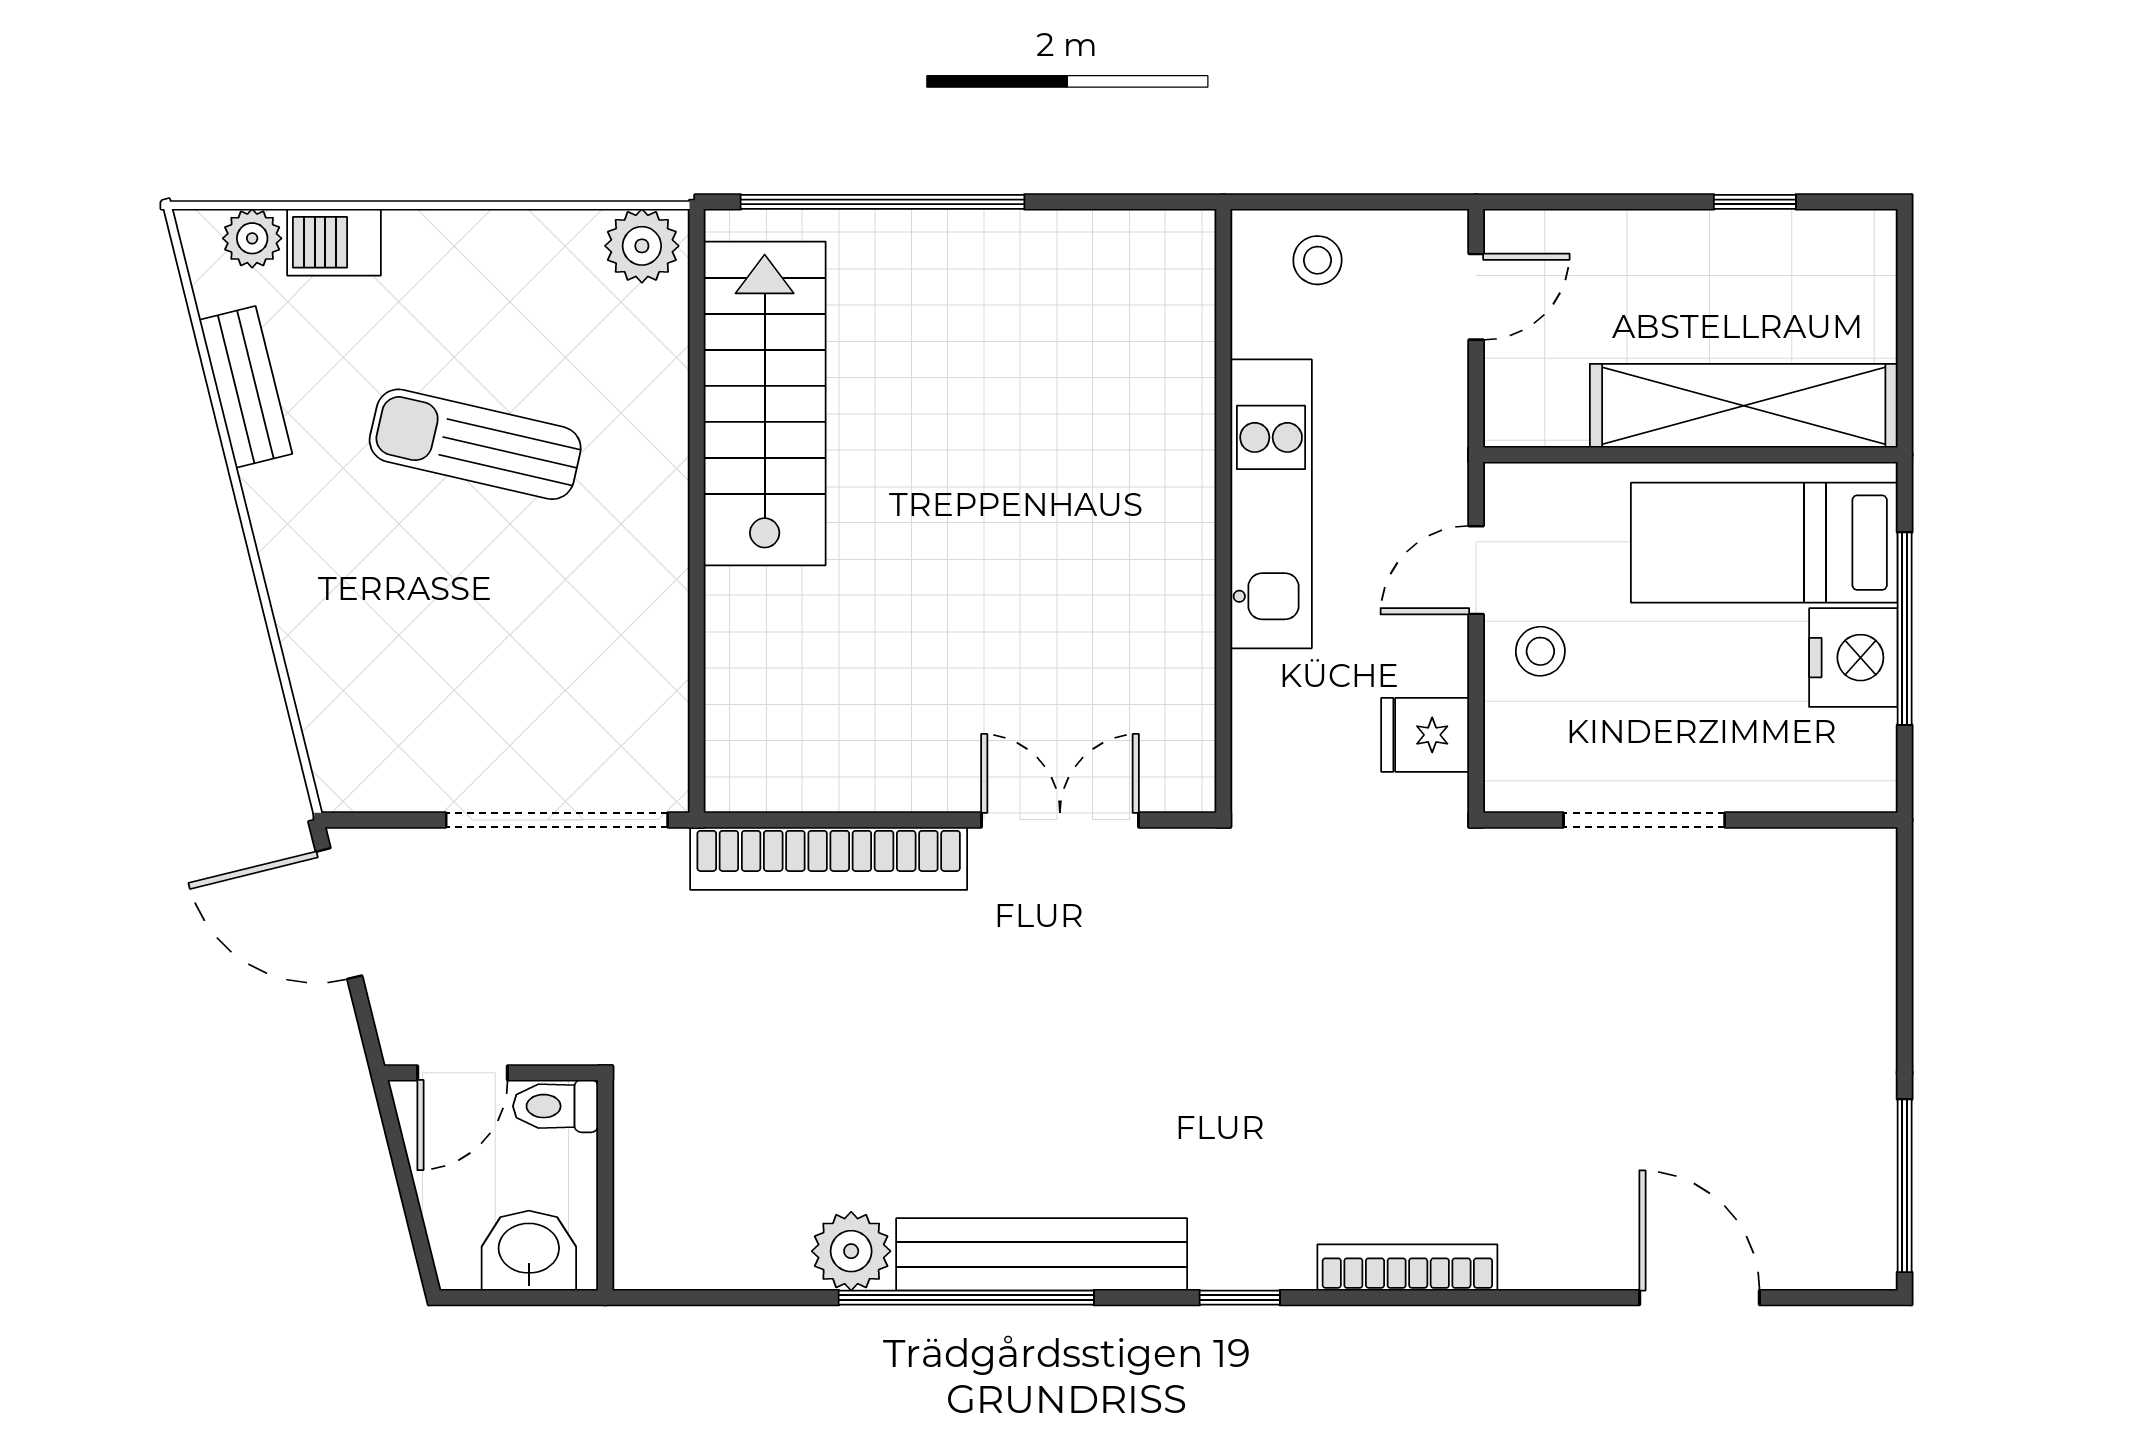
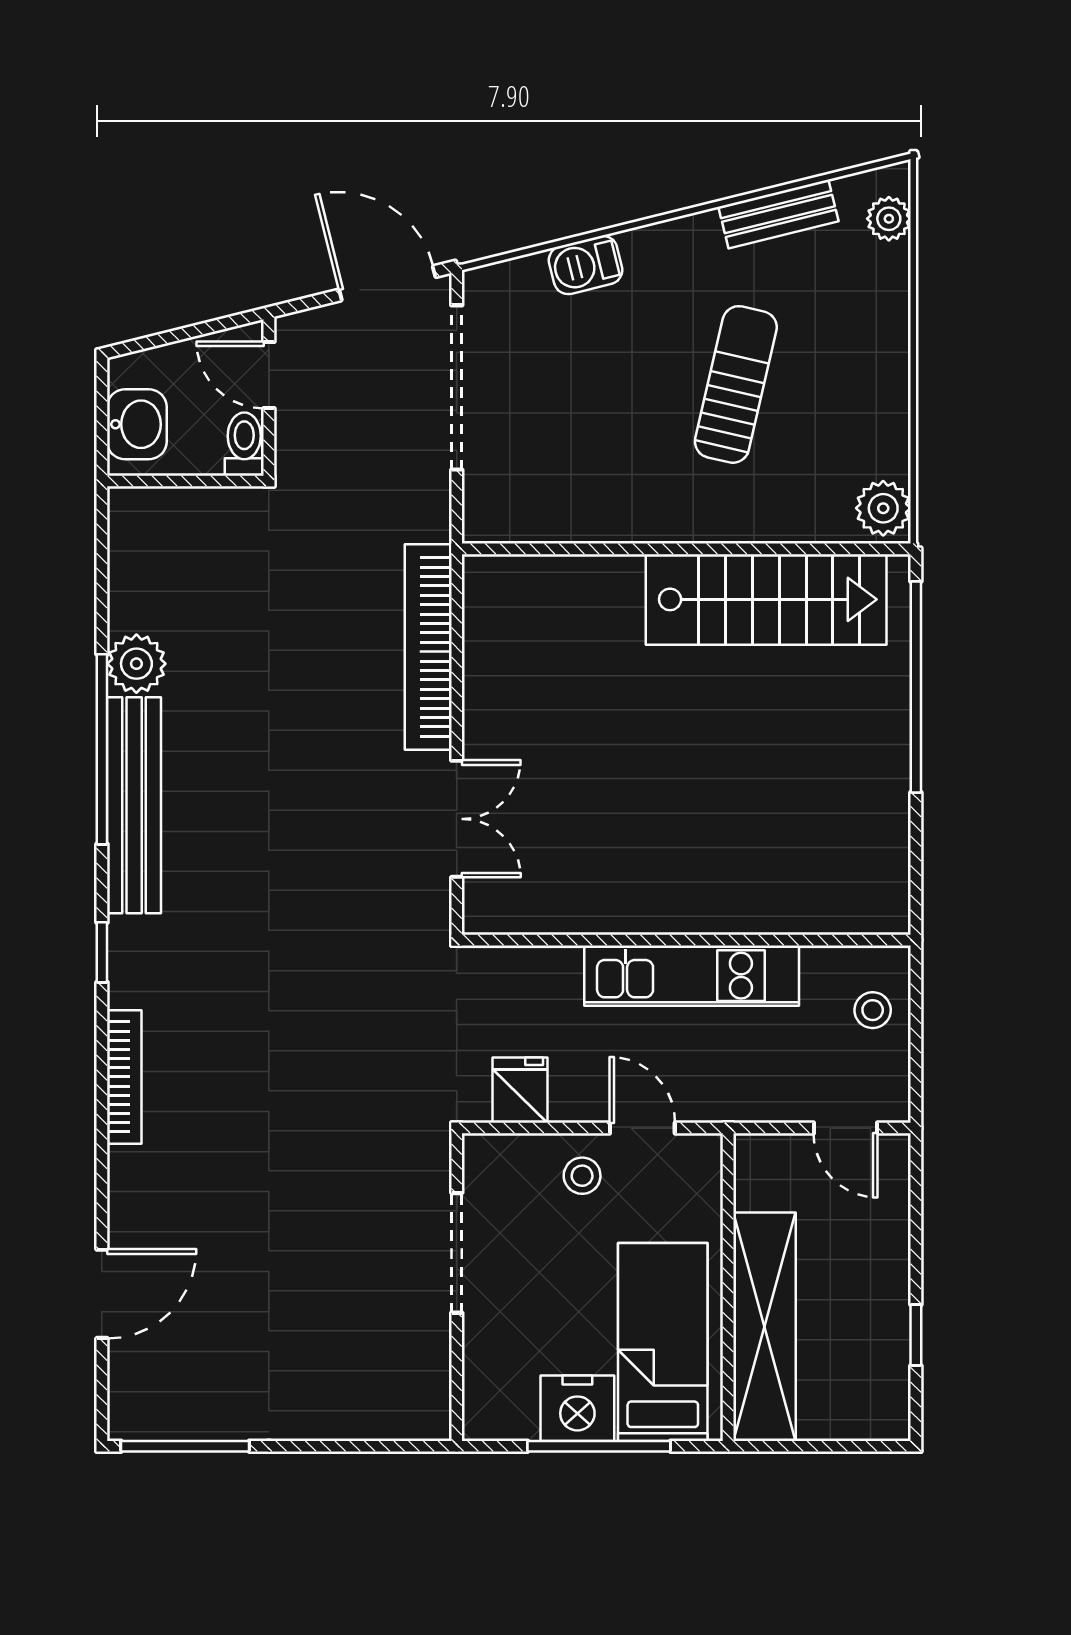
barbecue: (334, 242) -> (586, 265), moved, turned -104
doorway: (557, 820) -> (457, 388), moved
door: (339, 914) -> (387, 283), hinge flipped

